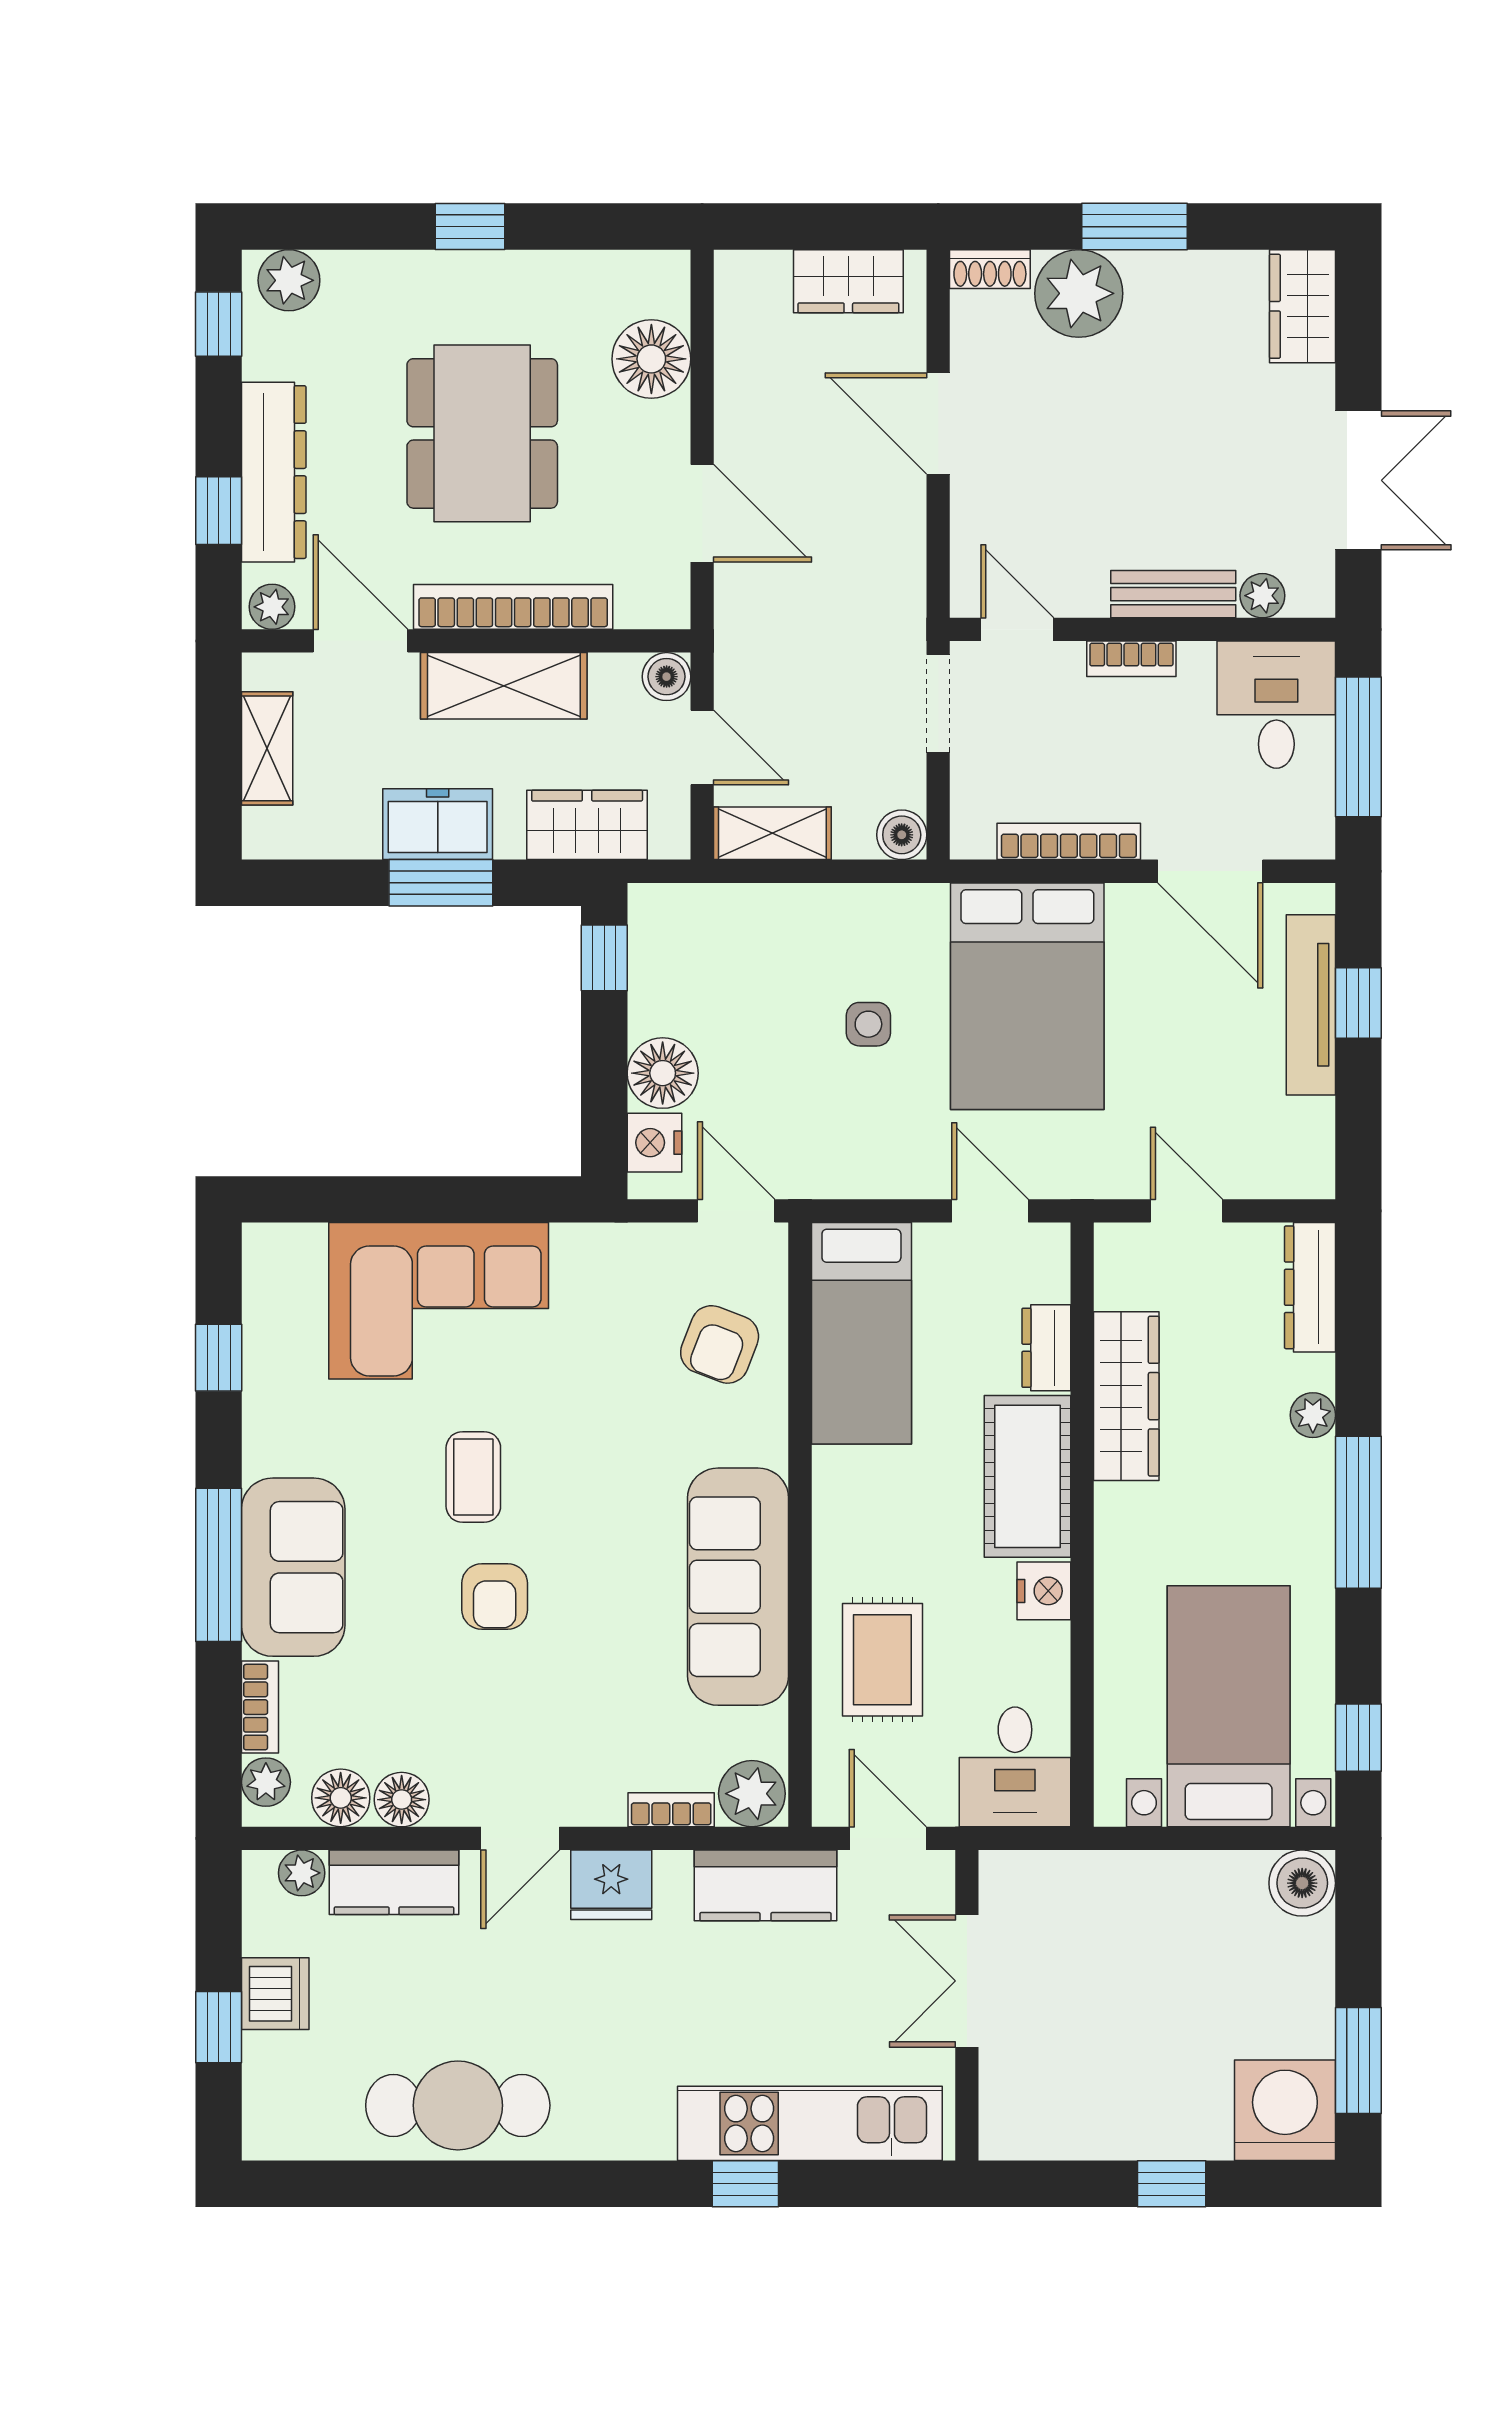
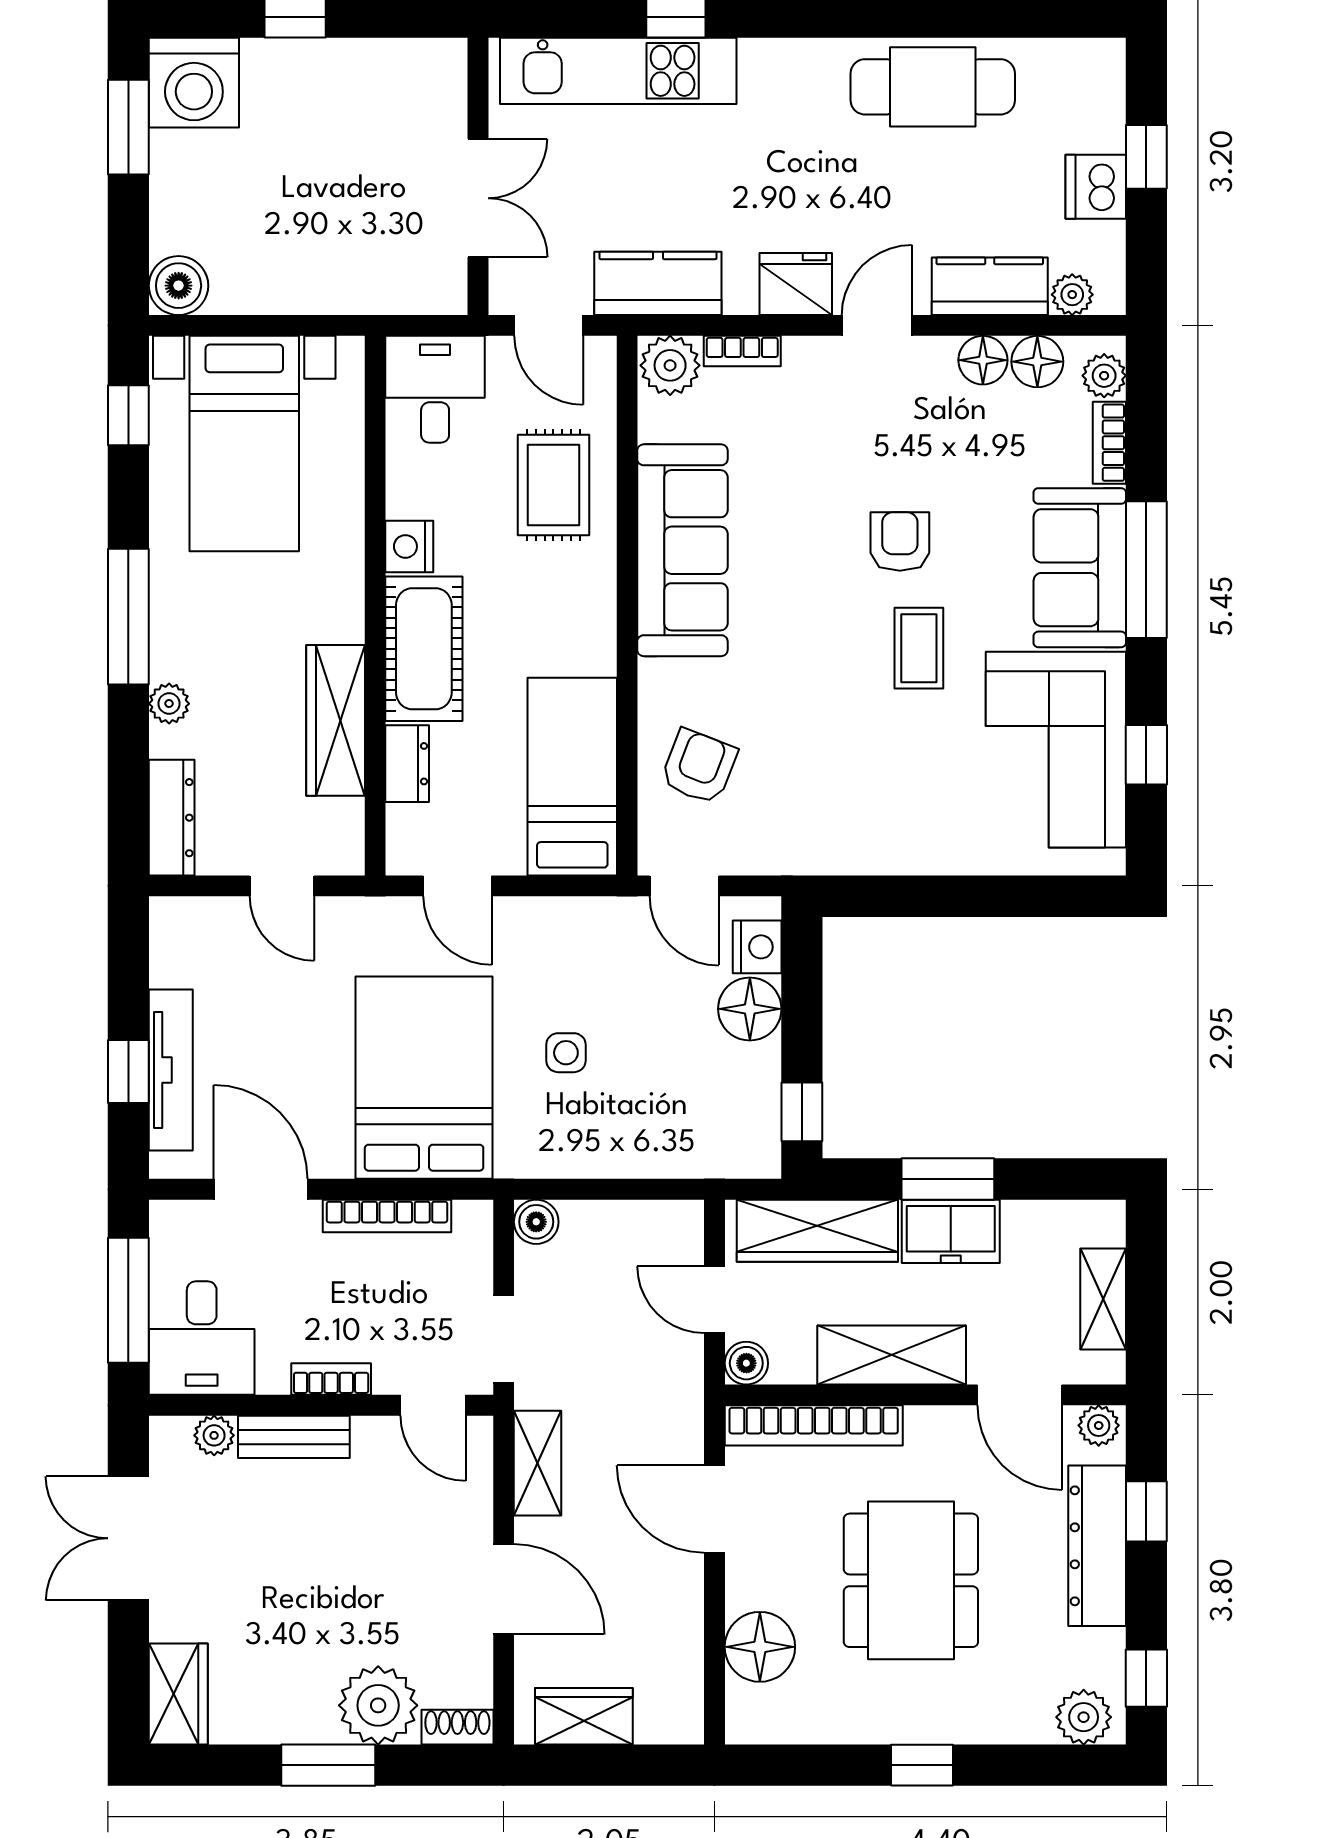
bookcase: (513, 607) -> (814, 1425), moved
wardrobe: (587, 825) -> (817, 1231), width x1.50
shelving: (772, 833) -> (538, 1463), moved, turned 90
corner sofa: (439, 1301) -> (1056, 750), moved, turned -90

